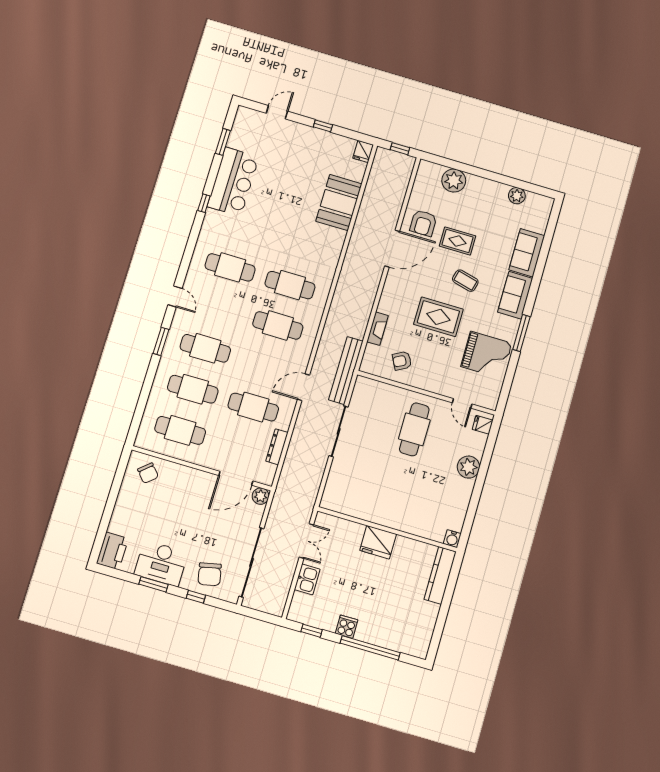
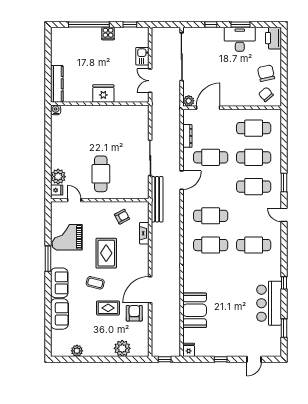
rug: (438, 317) -> (106, 253), turned 90
plant: (468, 467) -> (58, 177), moved
chair: (210, 574) -> (266, 73), moved

